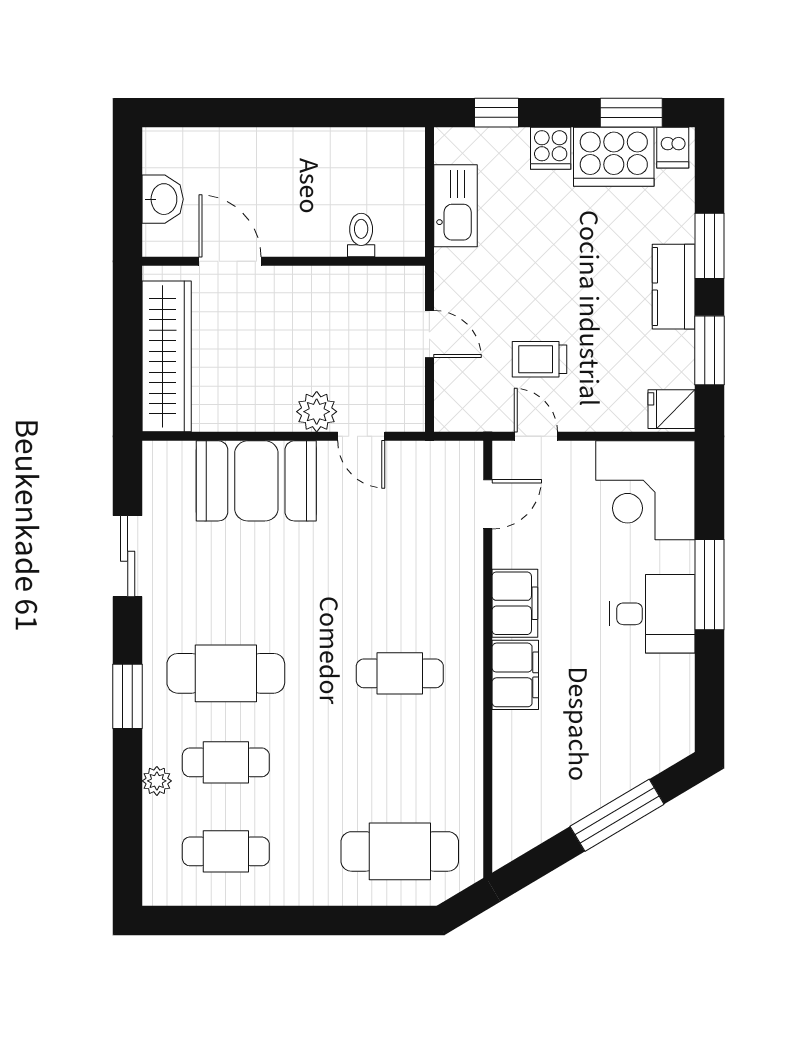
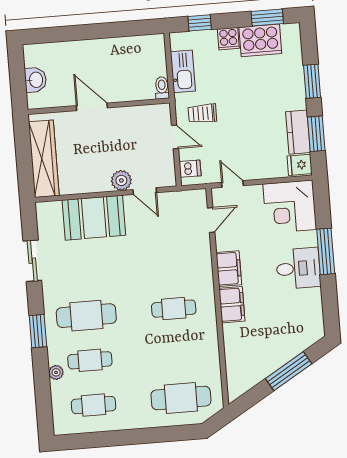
dishwasher: (673, 148) -> (190, 169), moved, turned -90
toilet: (361, 235) -> (162, 88), moved
door: (230, 261) -> (92, 107), moved
kitchen counter: (674, 287) -> (298, 132), moved
trolley: (539, 359) -> (202, 113), moved

